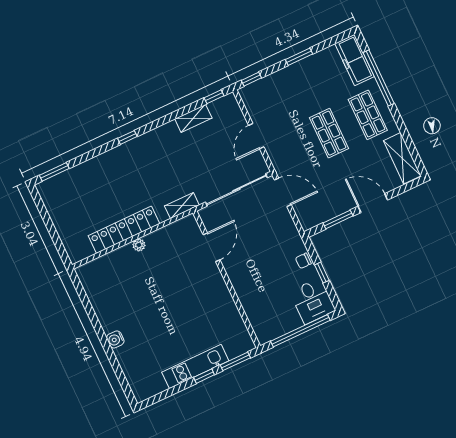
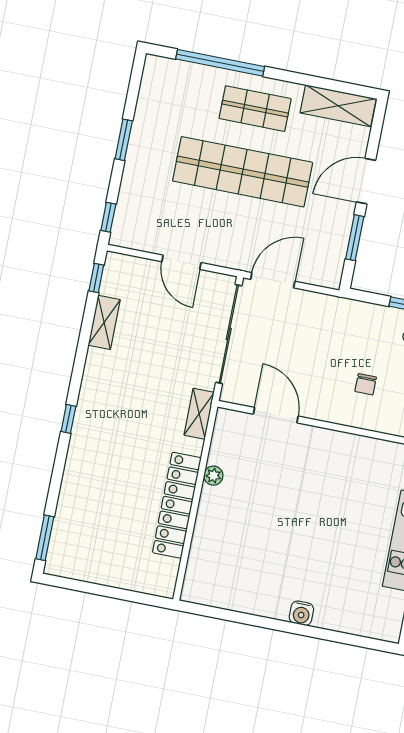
freezer: (355, 60) -> (177, 76), removed
shop shelf: (329, 133) -> (243, 172), width x2.00, depth x1.36
plant: (139, 245) -> (213, 476), moved
chair: (303, 261) -> (366, 384), moved

